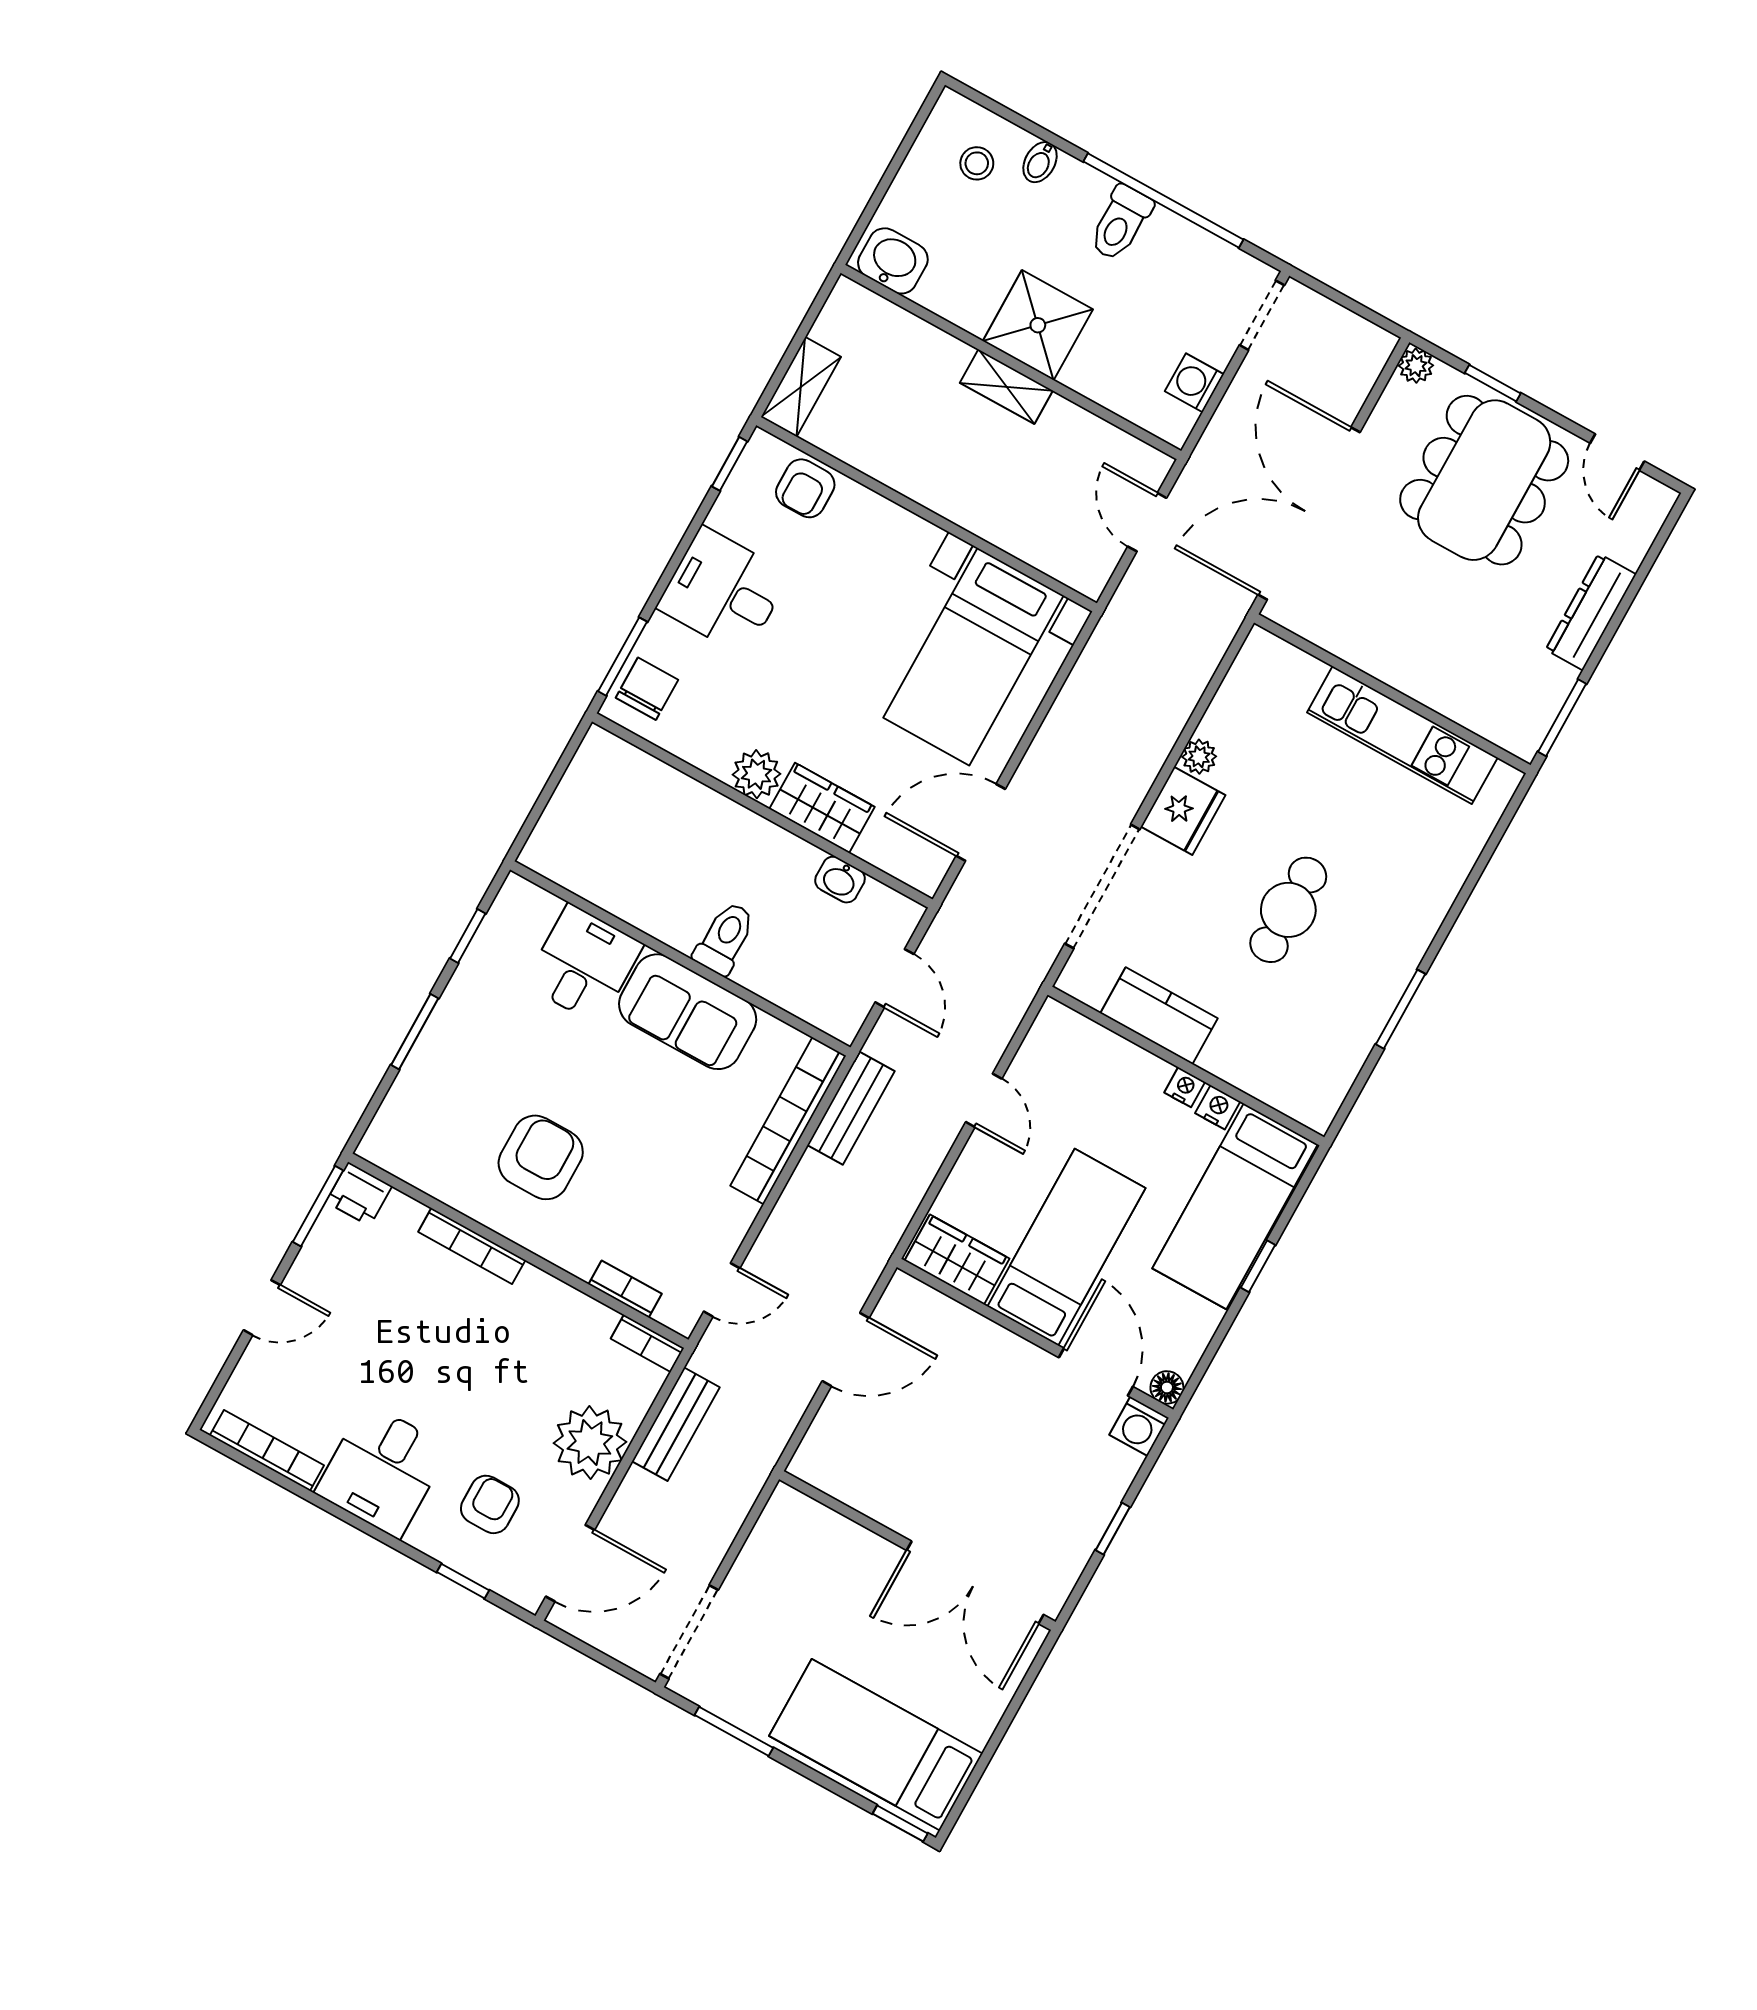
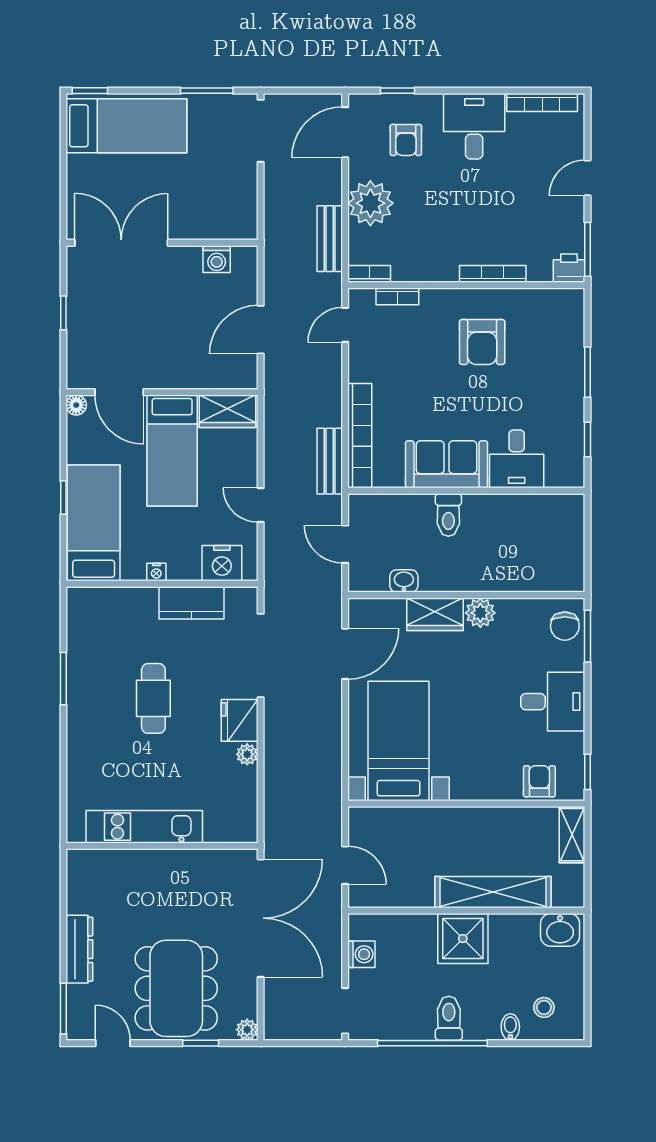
shelving: (1006, 387) -> (493, 892), width x2.20, depth x1.33
window: (1562, 718) -> (63, 1009), moved
nightstand: (1218, 1107) -> (222, 563), moved, width x1.89, depth x1.79
washing machine: (1139, 1426) -> (217, 259), moved, turned 180

